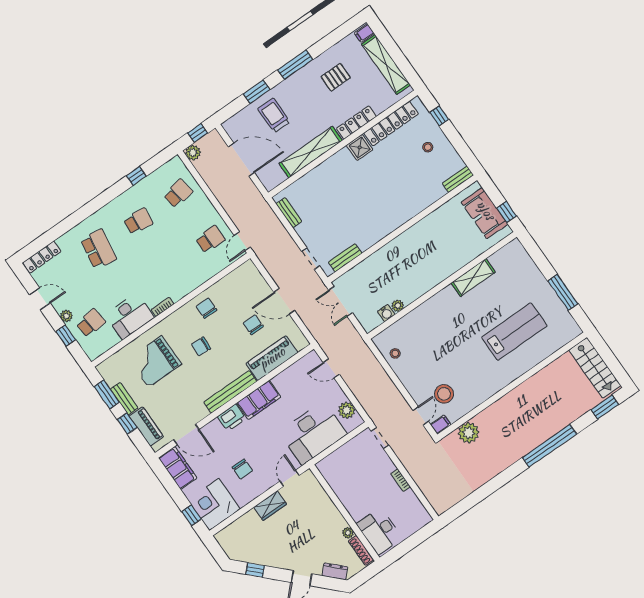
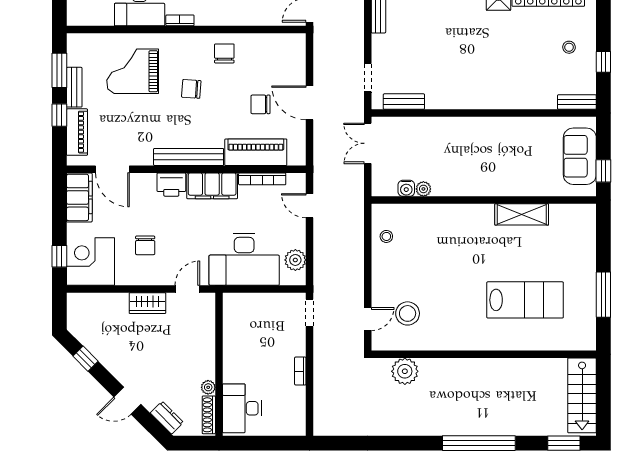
window: (439, 116) -> (603, 62), moved
chair: (253, 325) -> (261, 104), turned -90
bookcase: (288, 373) -> (262, 179), added
filing cabinet: (441, 425) -> (382, 343), removed

